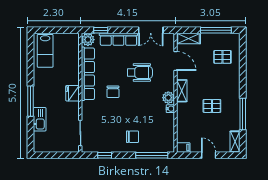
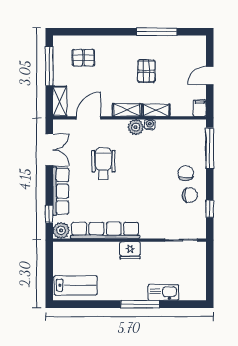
pallet: (222, 57) -> (83, 58), turned 90
chair: (113, 92) -> (190, 195), moved
shelving: (235, 142) -> (156, 110), moved

